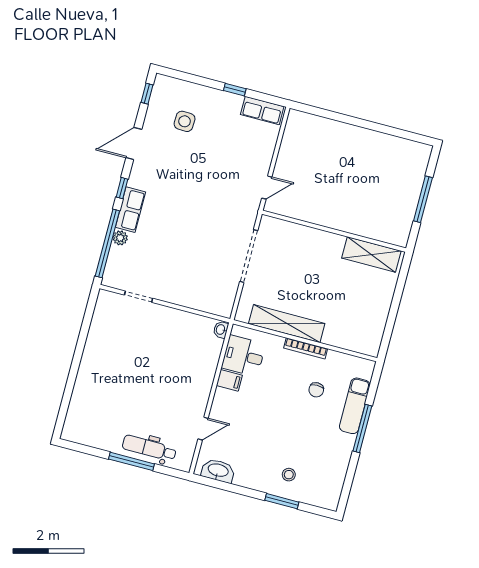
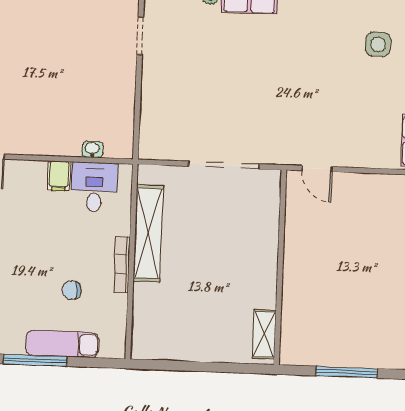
shelving: (371, 254) -> (264, 334), width x0.67, depth x0.75
washbasin: (221, 330) -> (92, 149), moved

